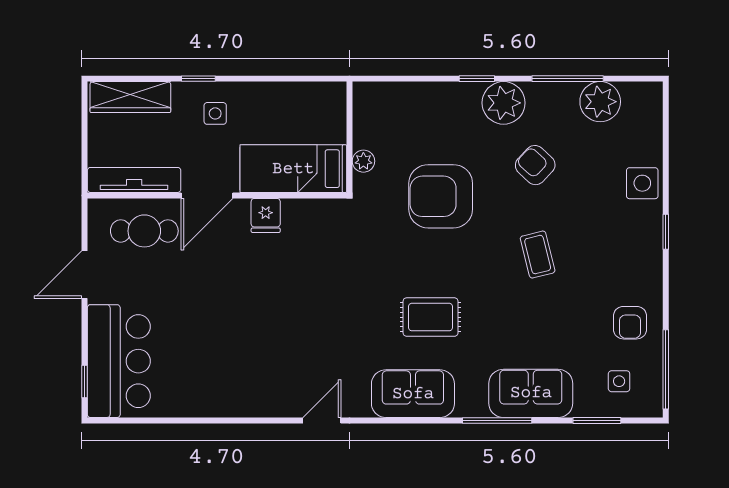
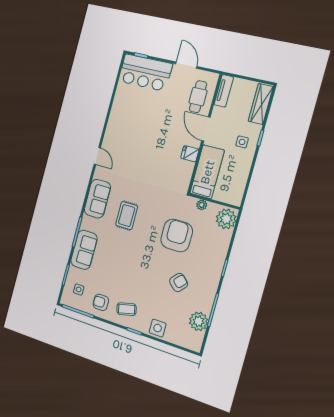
plant: (504, 103) -> (226, 219), moved
tv unit: (134, 180) -> (224, 91), width x0.71
coffee table: (538, 255) -> (127, 309), moved

